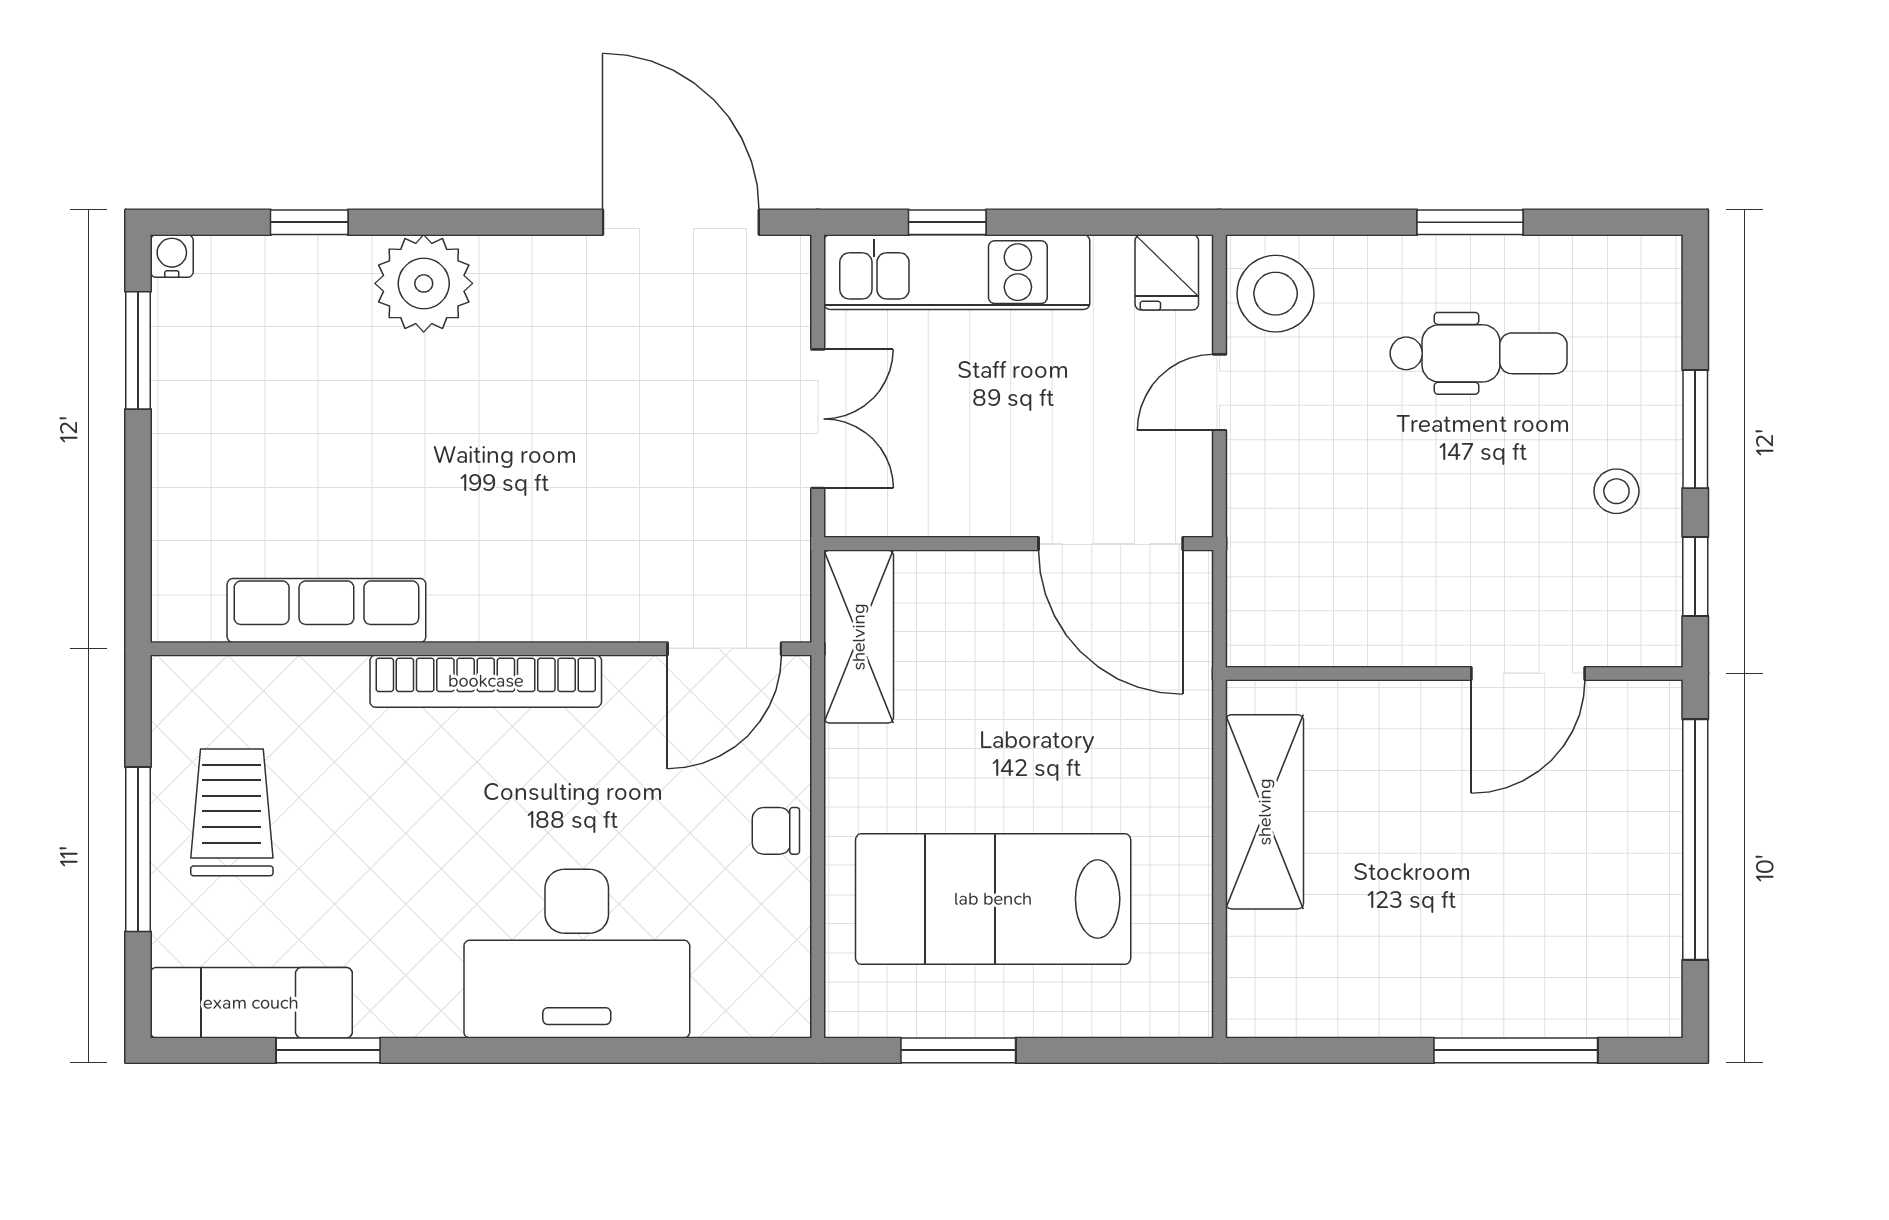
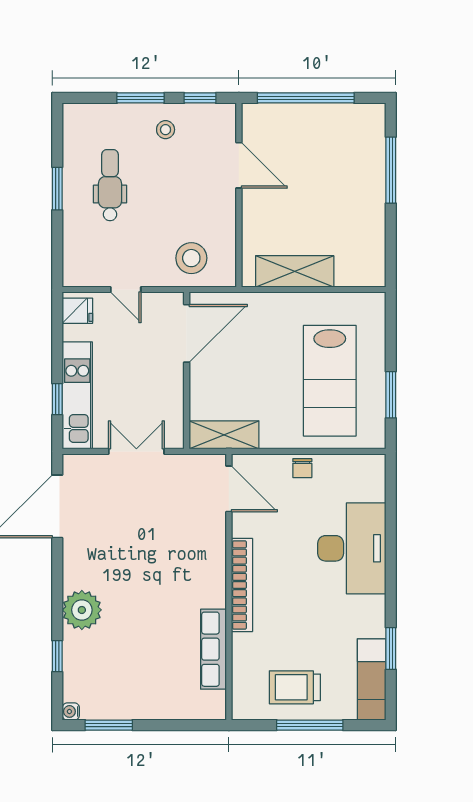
stool: (1276, 294) -> (191, 258), moved

